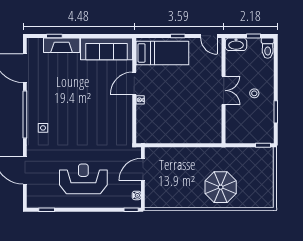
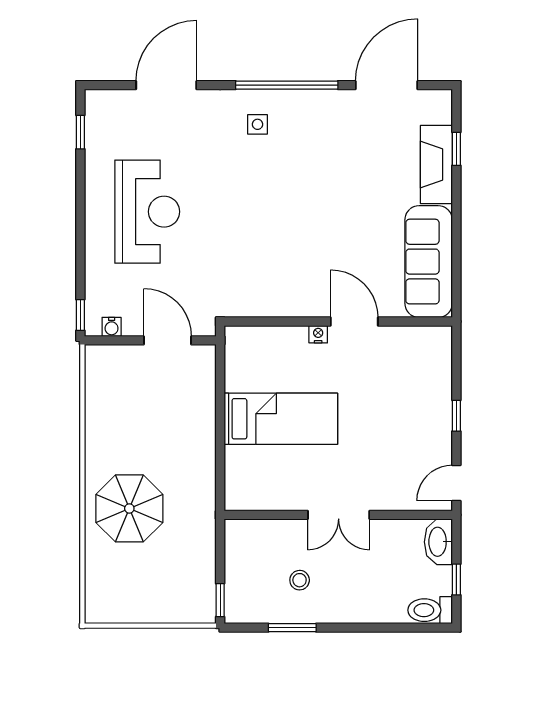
bed: (162, 53) -> (281, 419), moved, turned -90
stool: (254, 93) -> (300, 580), moved

